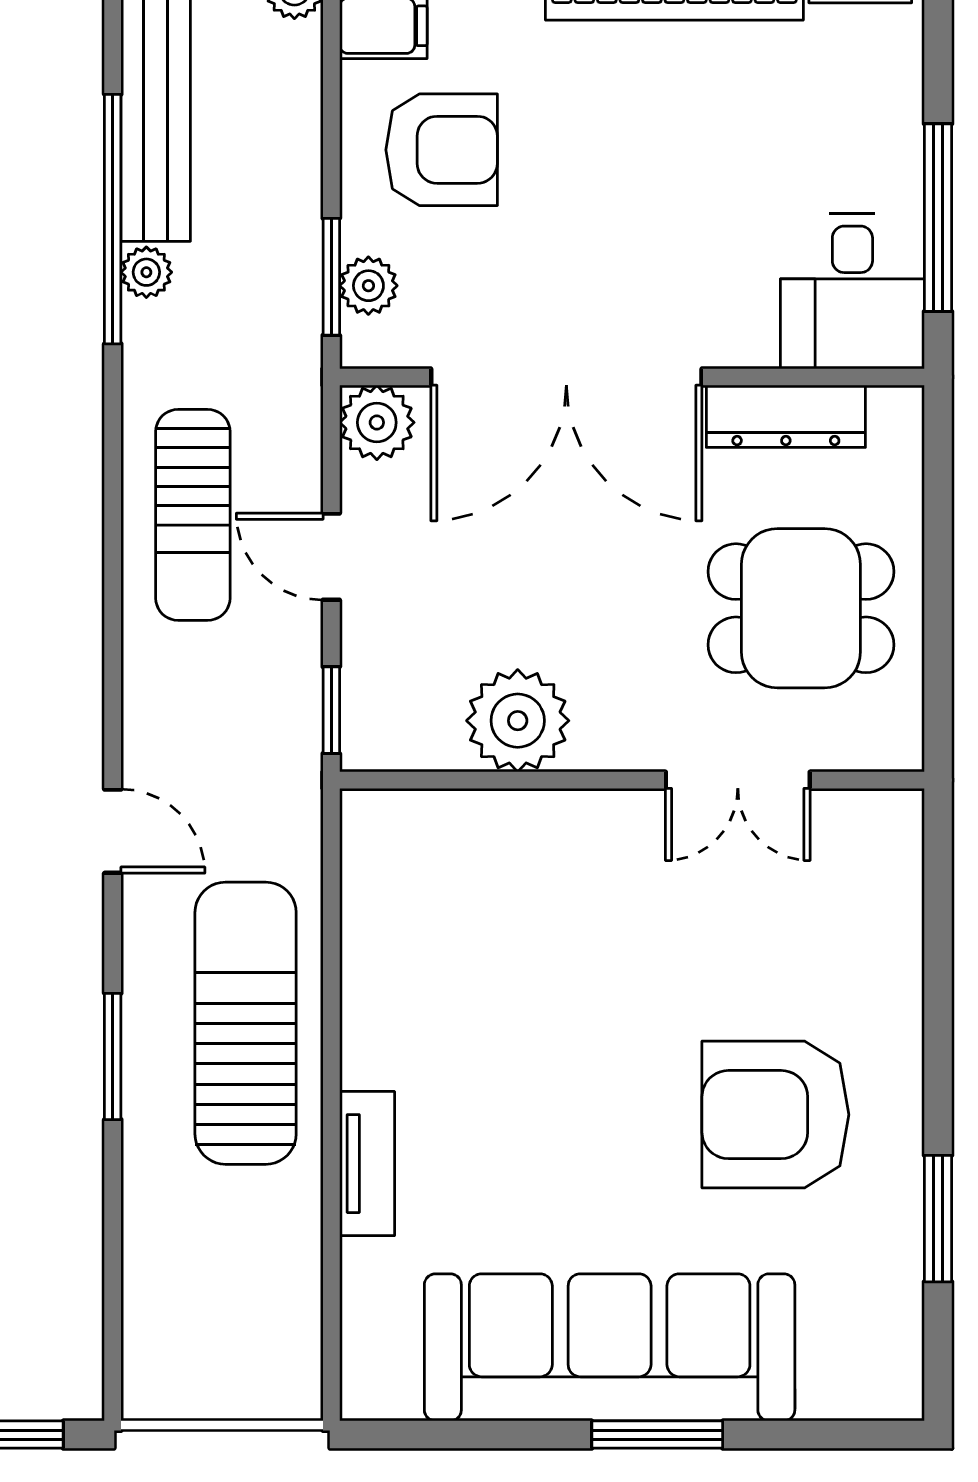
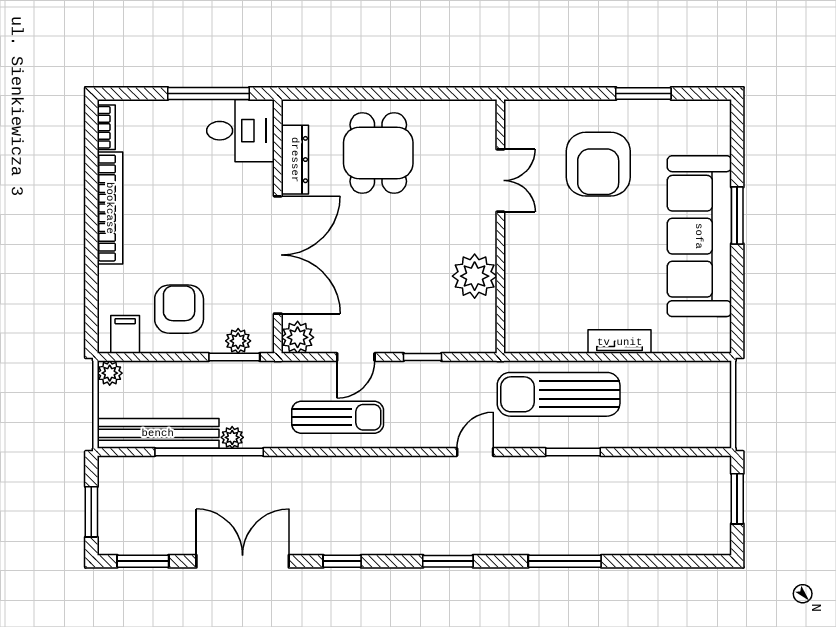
plant: (518, 721) -> (475, 276), moved
wall: (632, 780) -> (500, 226), moved
double door: (738, 780) -> (500, 180), moved

